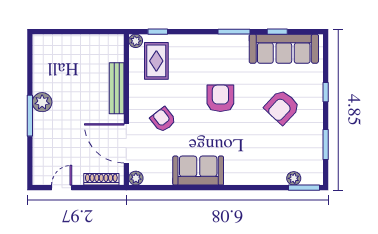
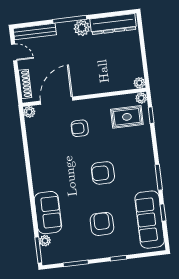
plant: (117, 41) -> (139, 83), added
dresser: (42, 64) -> (113, 24), added
bench: (117, 88) -> (35, 32), moved
armchair: (220, 98) -> (103, 173), turned 180
armchair: (282, 107) -> (102, 224), turned 47
armchair: (163, 120) -> (80, 128), turned -142
sofa: (198, 171) -> (48, 213), moved

